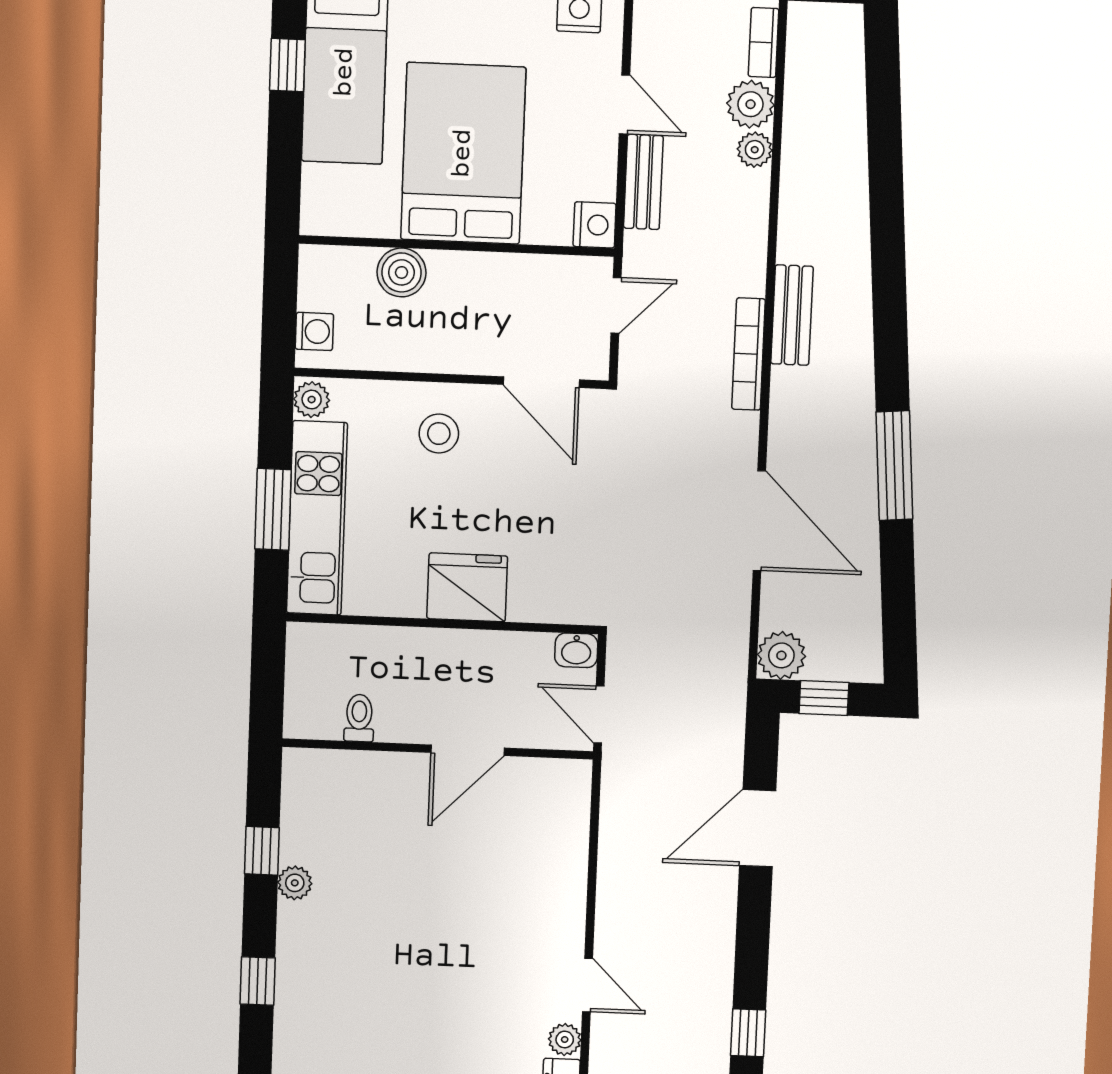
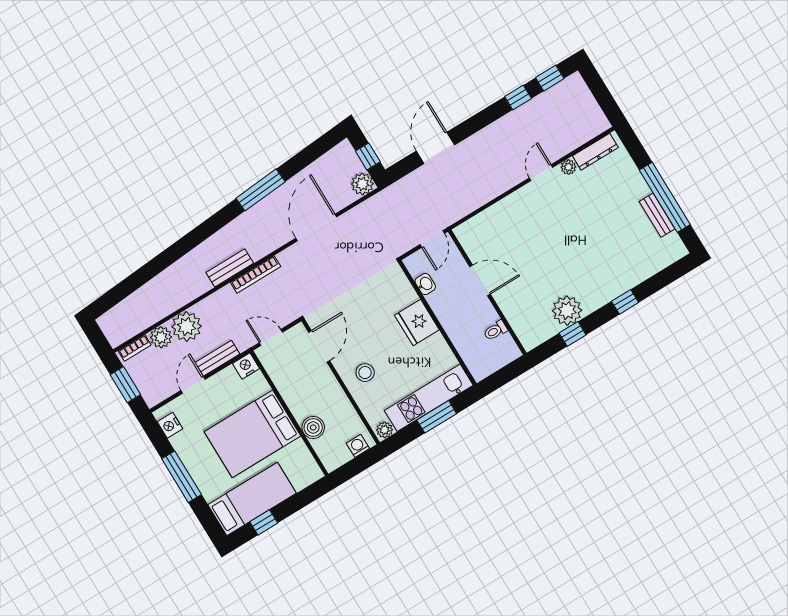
plant: (755, 150) -> (187, 327), width x1.88, depth x1.88
washbasin: (576, 650) -> (425, 284), moved
door: (758, 828) -> (435, 148), swing flipped
plant: (295, 883) -> (567, 311), width x1.87, depth x1.87

